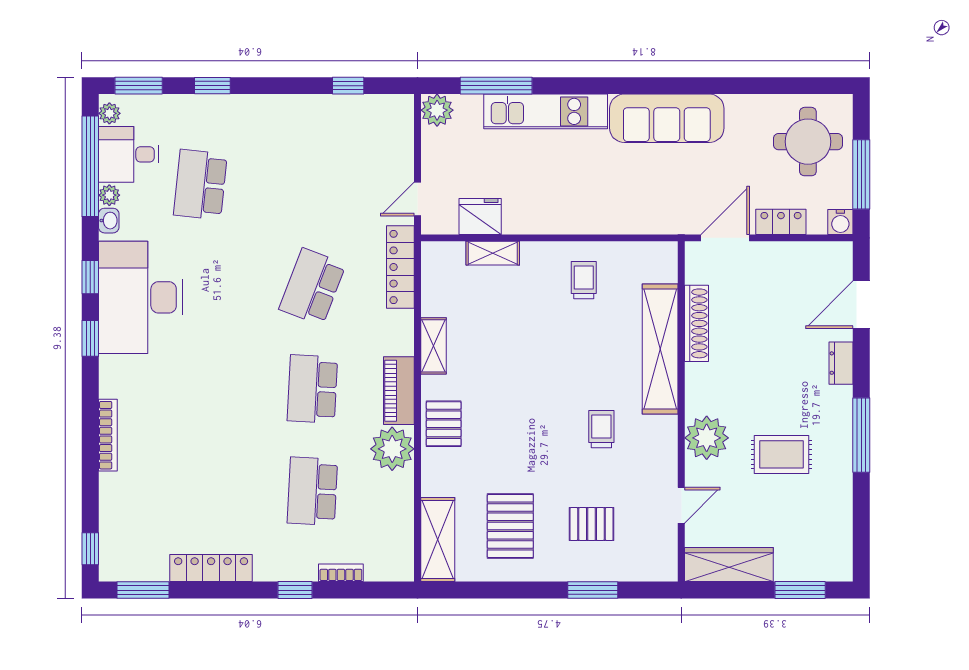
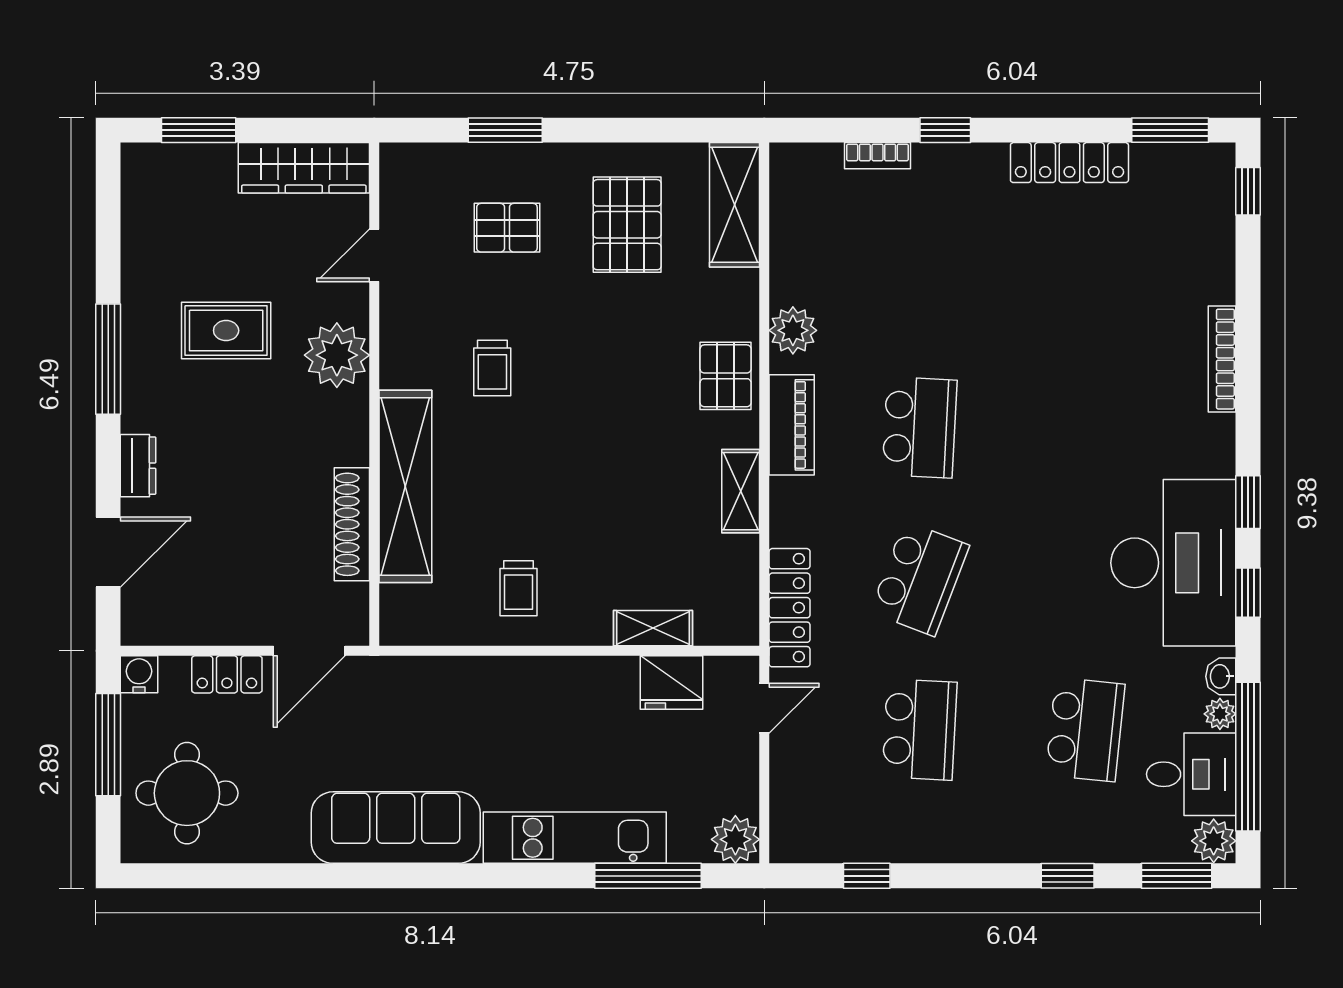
plant: (109, 113) -> (1214, 841), width x1.38, depth x1.38
plant: (392, 449) -> (793, 330), width x0.73, depth x0.73
school desk: (312, 491) -> (920, 730), moved

